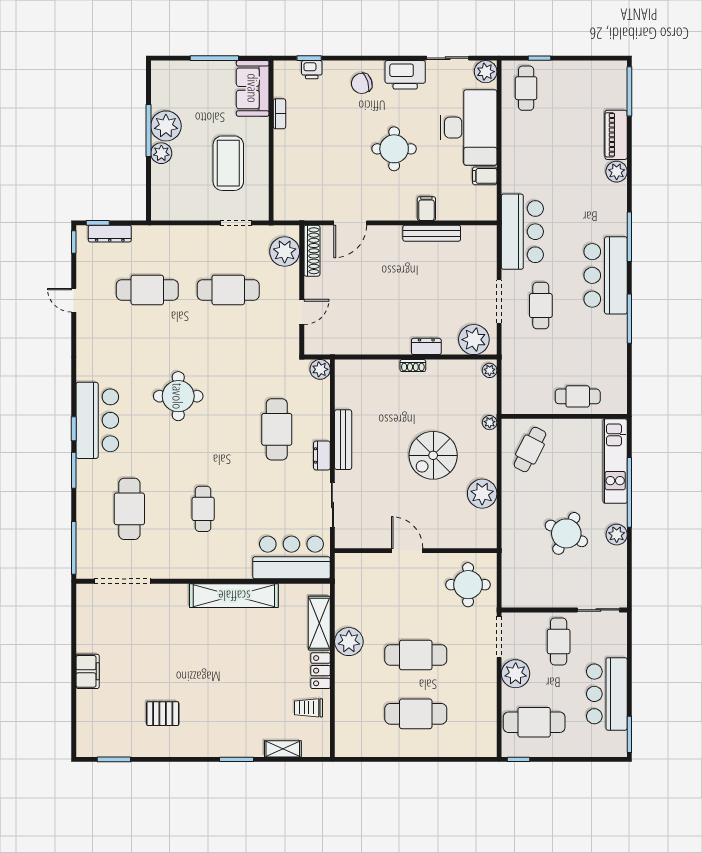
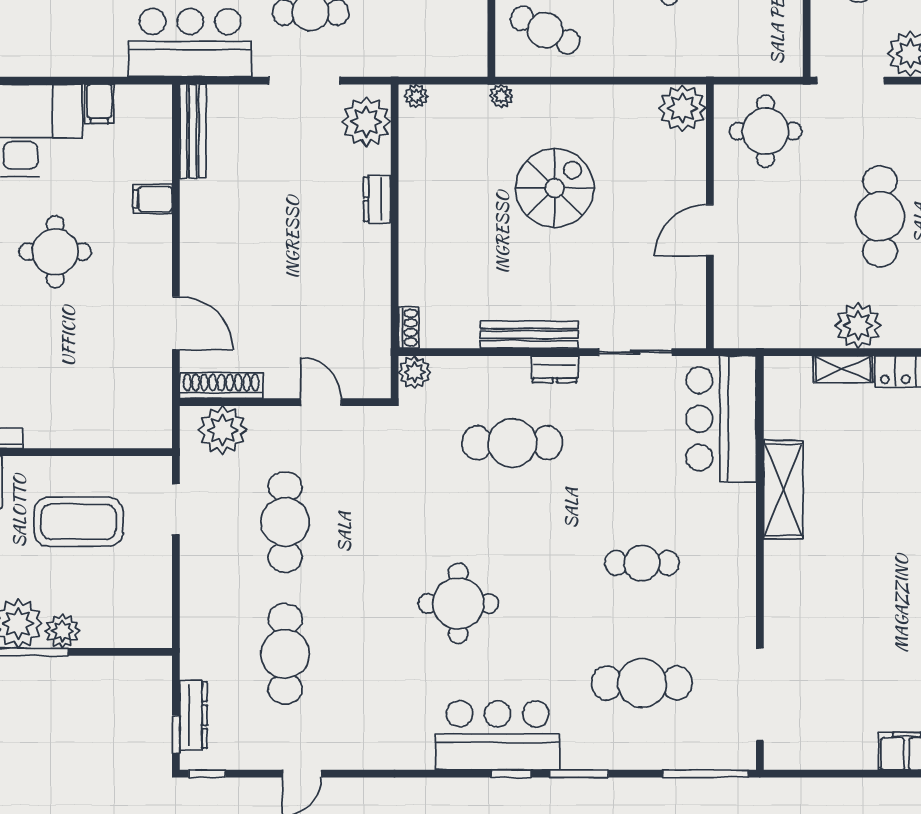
bench: (432, 233) -> (193, 131), moved
shoe rack: (413, 366) -> (408, 328), moved
spiral stairs: (433, 455) -> (555, 188), turned -90
plant: (482, 494) -> (682, 108), moved
shelving: (234, 596) -> (783, 490), width x0.68
shelving: (319, 623) -> (843, 369), width x0.67, depth x0.75

